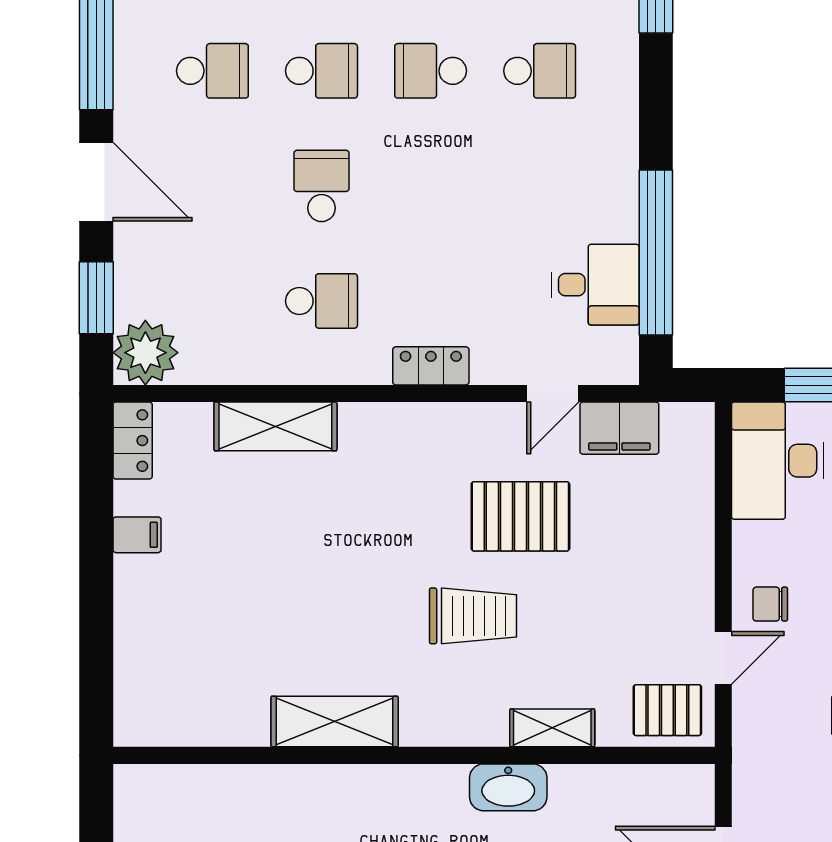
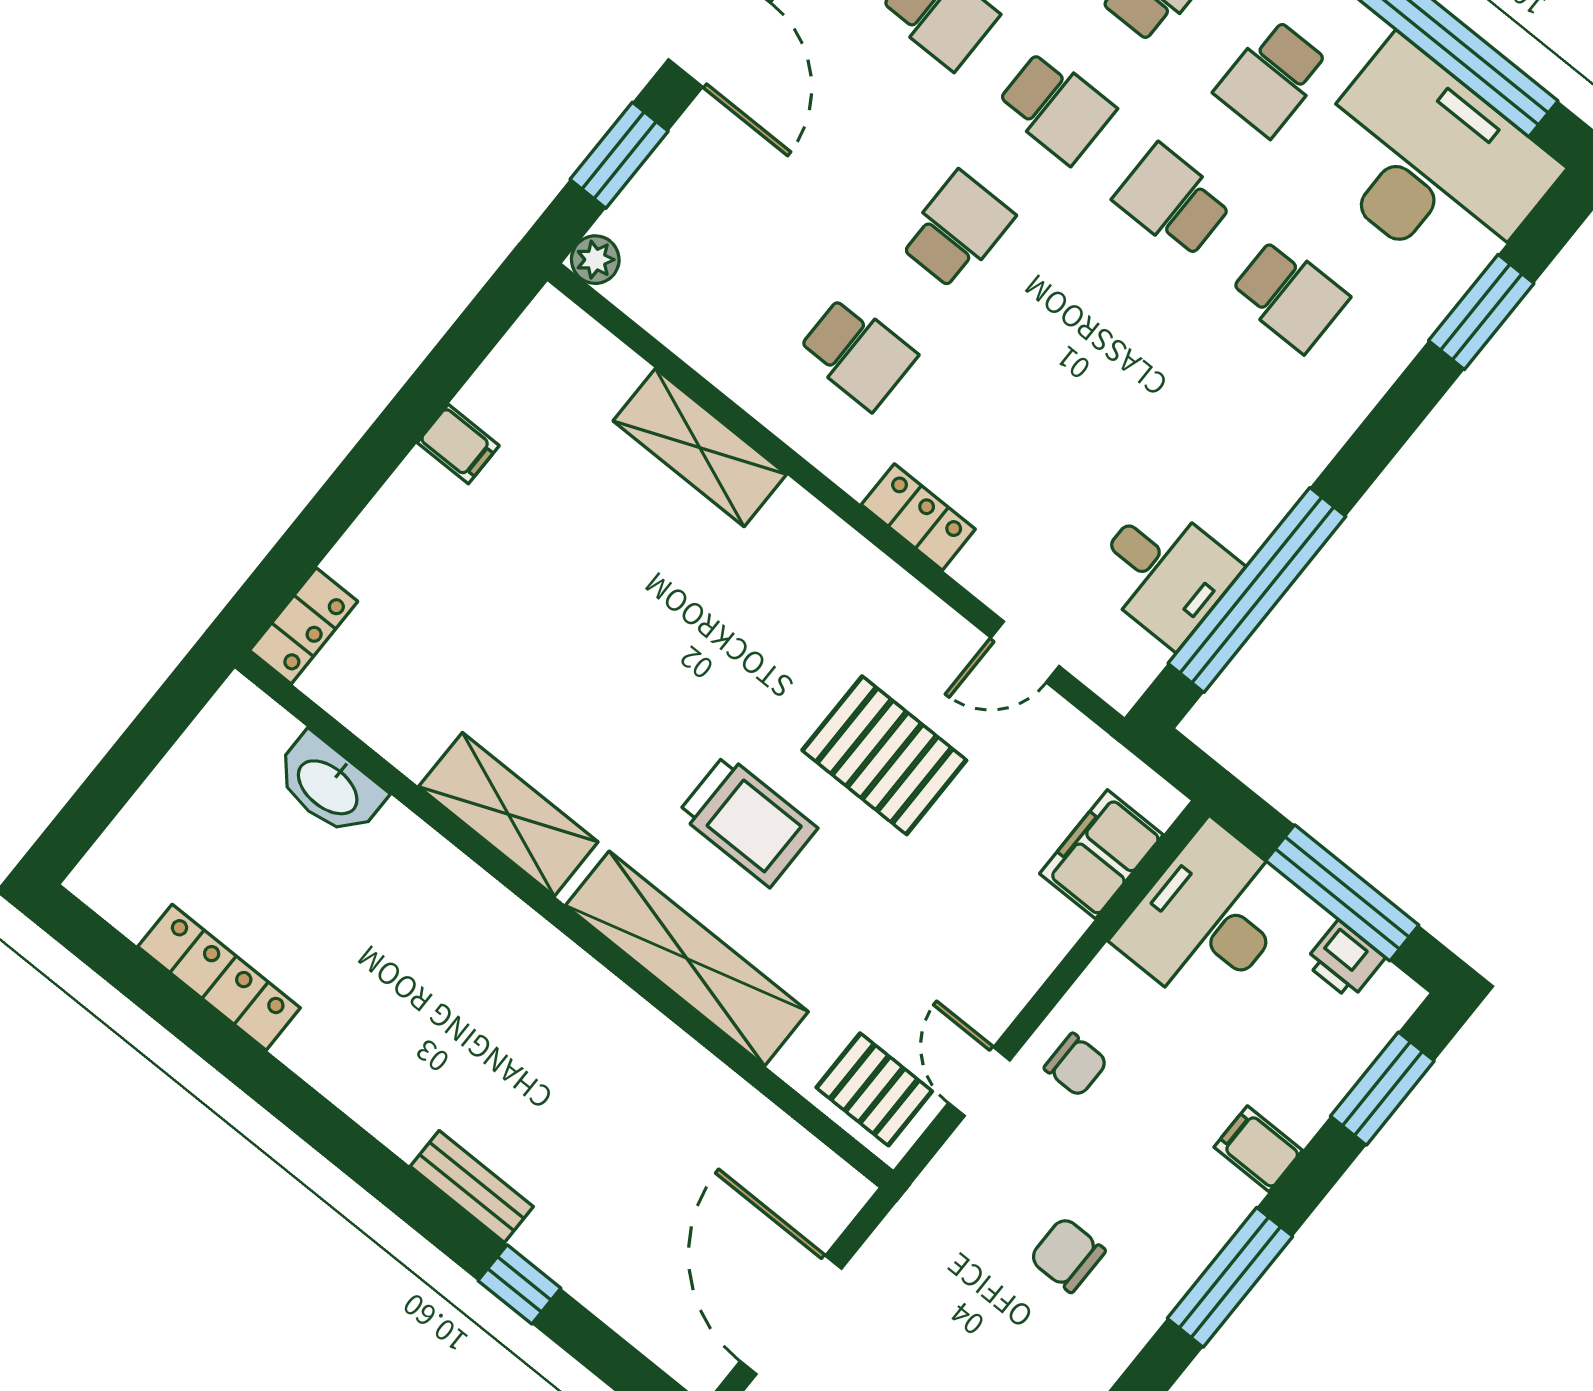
plant: (145, 353) -> (595, 260), width x0.53, depth x0.53
filing cabinet: (619, 428) -> (1101, 854), moved, turned 90
locker: (133, 441) -> (304, 626), moved
chair: (770, 604) -> (1076, 1065), turned 180
door: (723, 658) -> (979, 1082), swing flipped
shelving: (552, 728) -> (687, 958), width x2.20, depth x1.33
washbasin: (508, 787) -> (329, 786), moved

